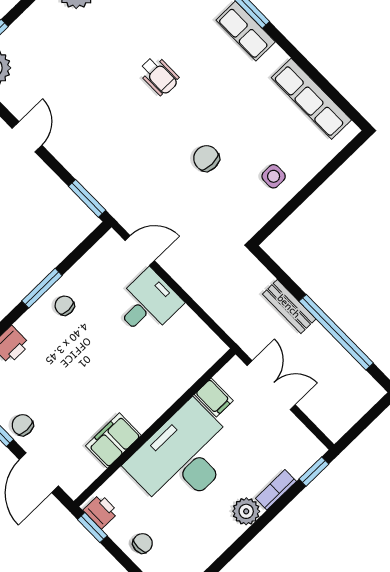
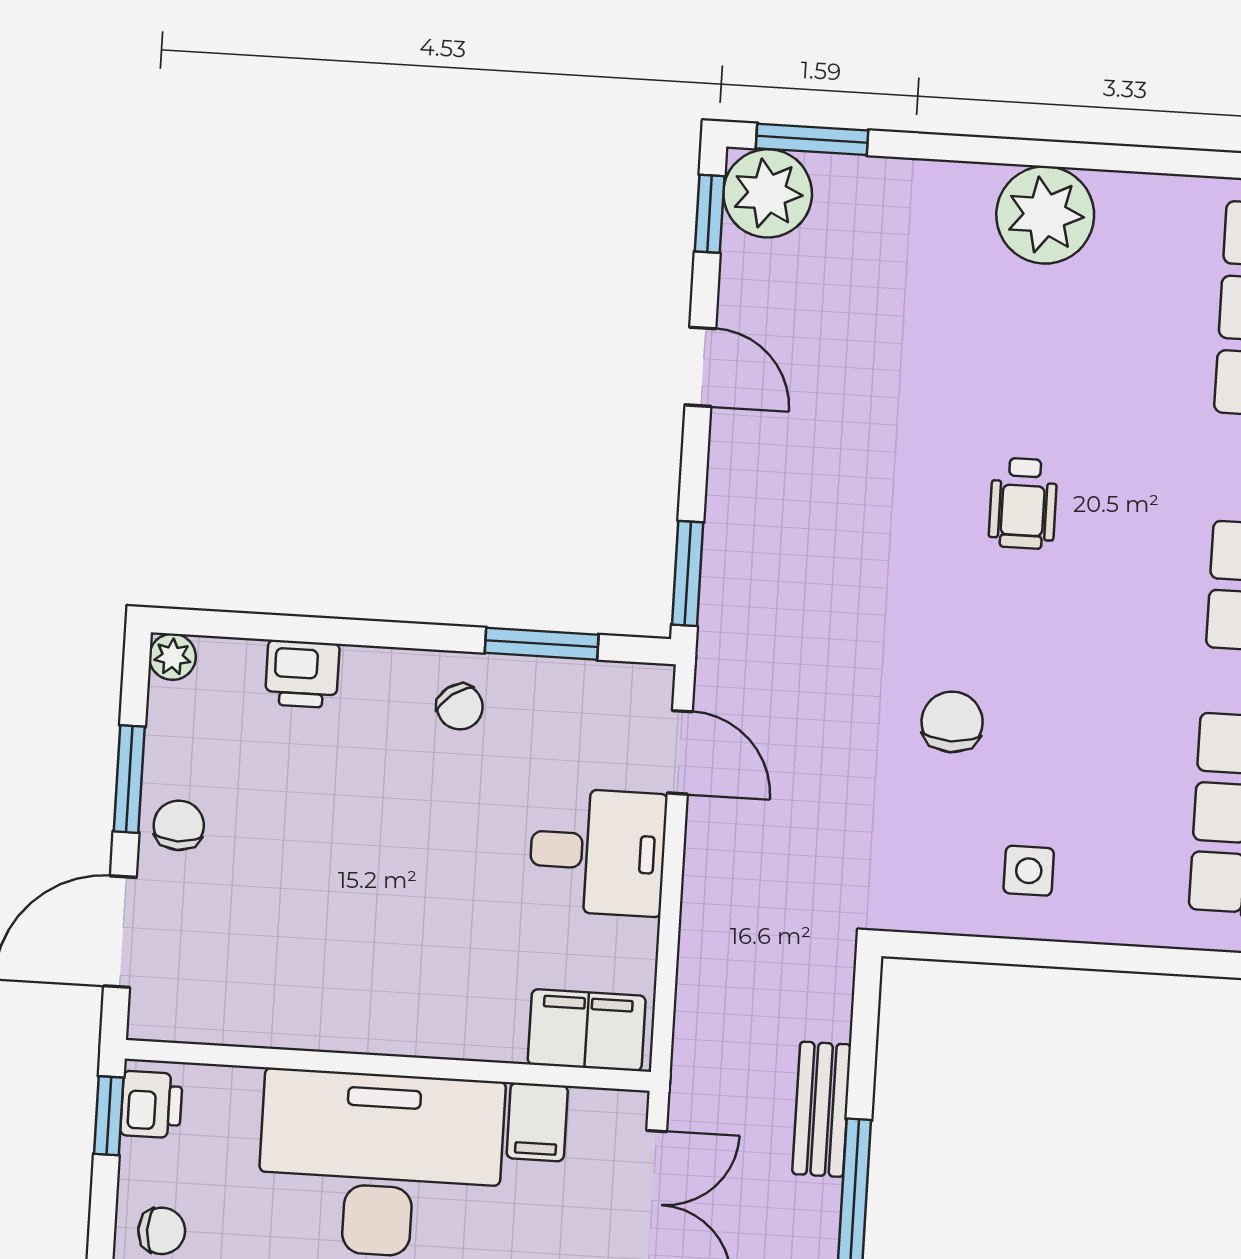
door: (27, 137) -> (700, 367), hinge flipped
window: (42, 288) -> (542, 644), moved
chair: (65, 306) -> (460, 707), turned 144
filing cabinet: (113, 441) -> (587, 1030), moved

